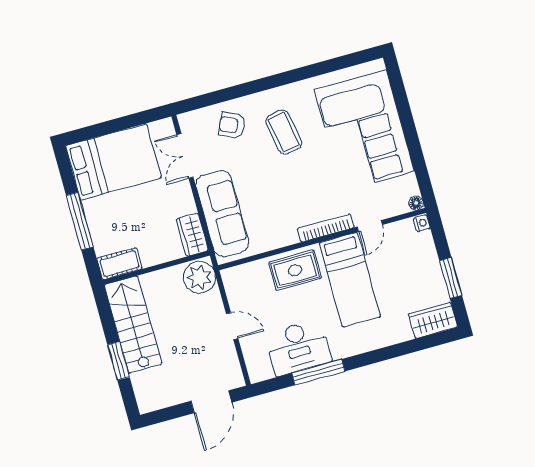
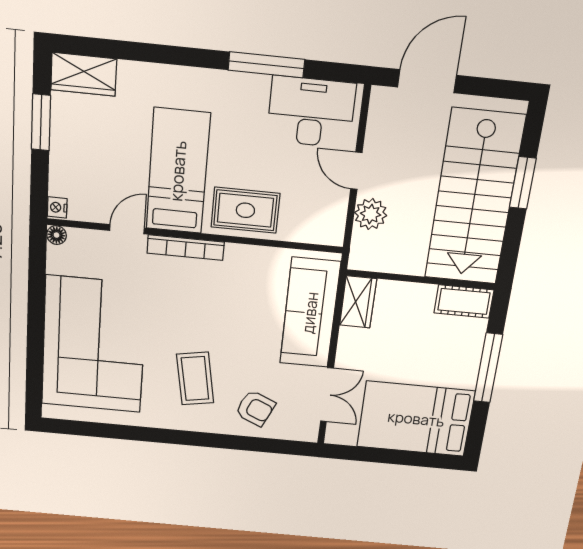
plant: (199, 277) -> (371, 214), moved, width x0.73, depth x0.73
stairs: (133, 325) -> (474, 198), width x1.36, depth x1.51
desk: (298, 347) -> (311, 112), moved

